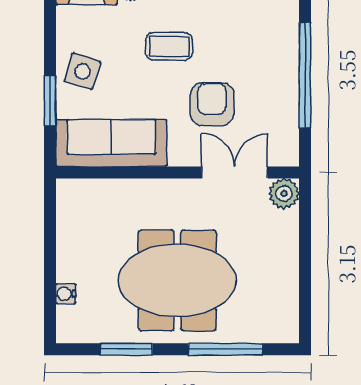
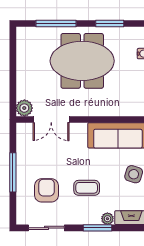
window: (305, 75) -> (13, 172), width x0.68
armchair: (212, 104) -> (47, 190), moved, turned 180

